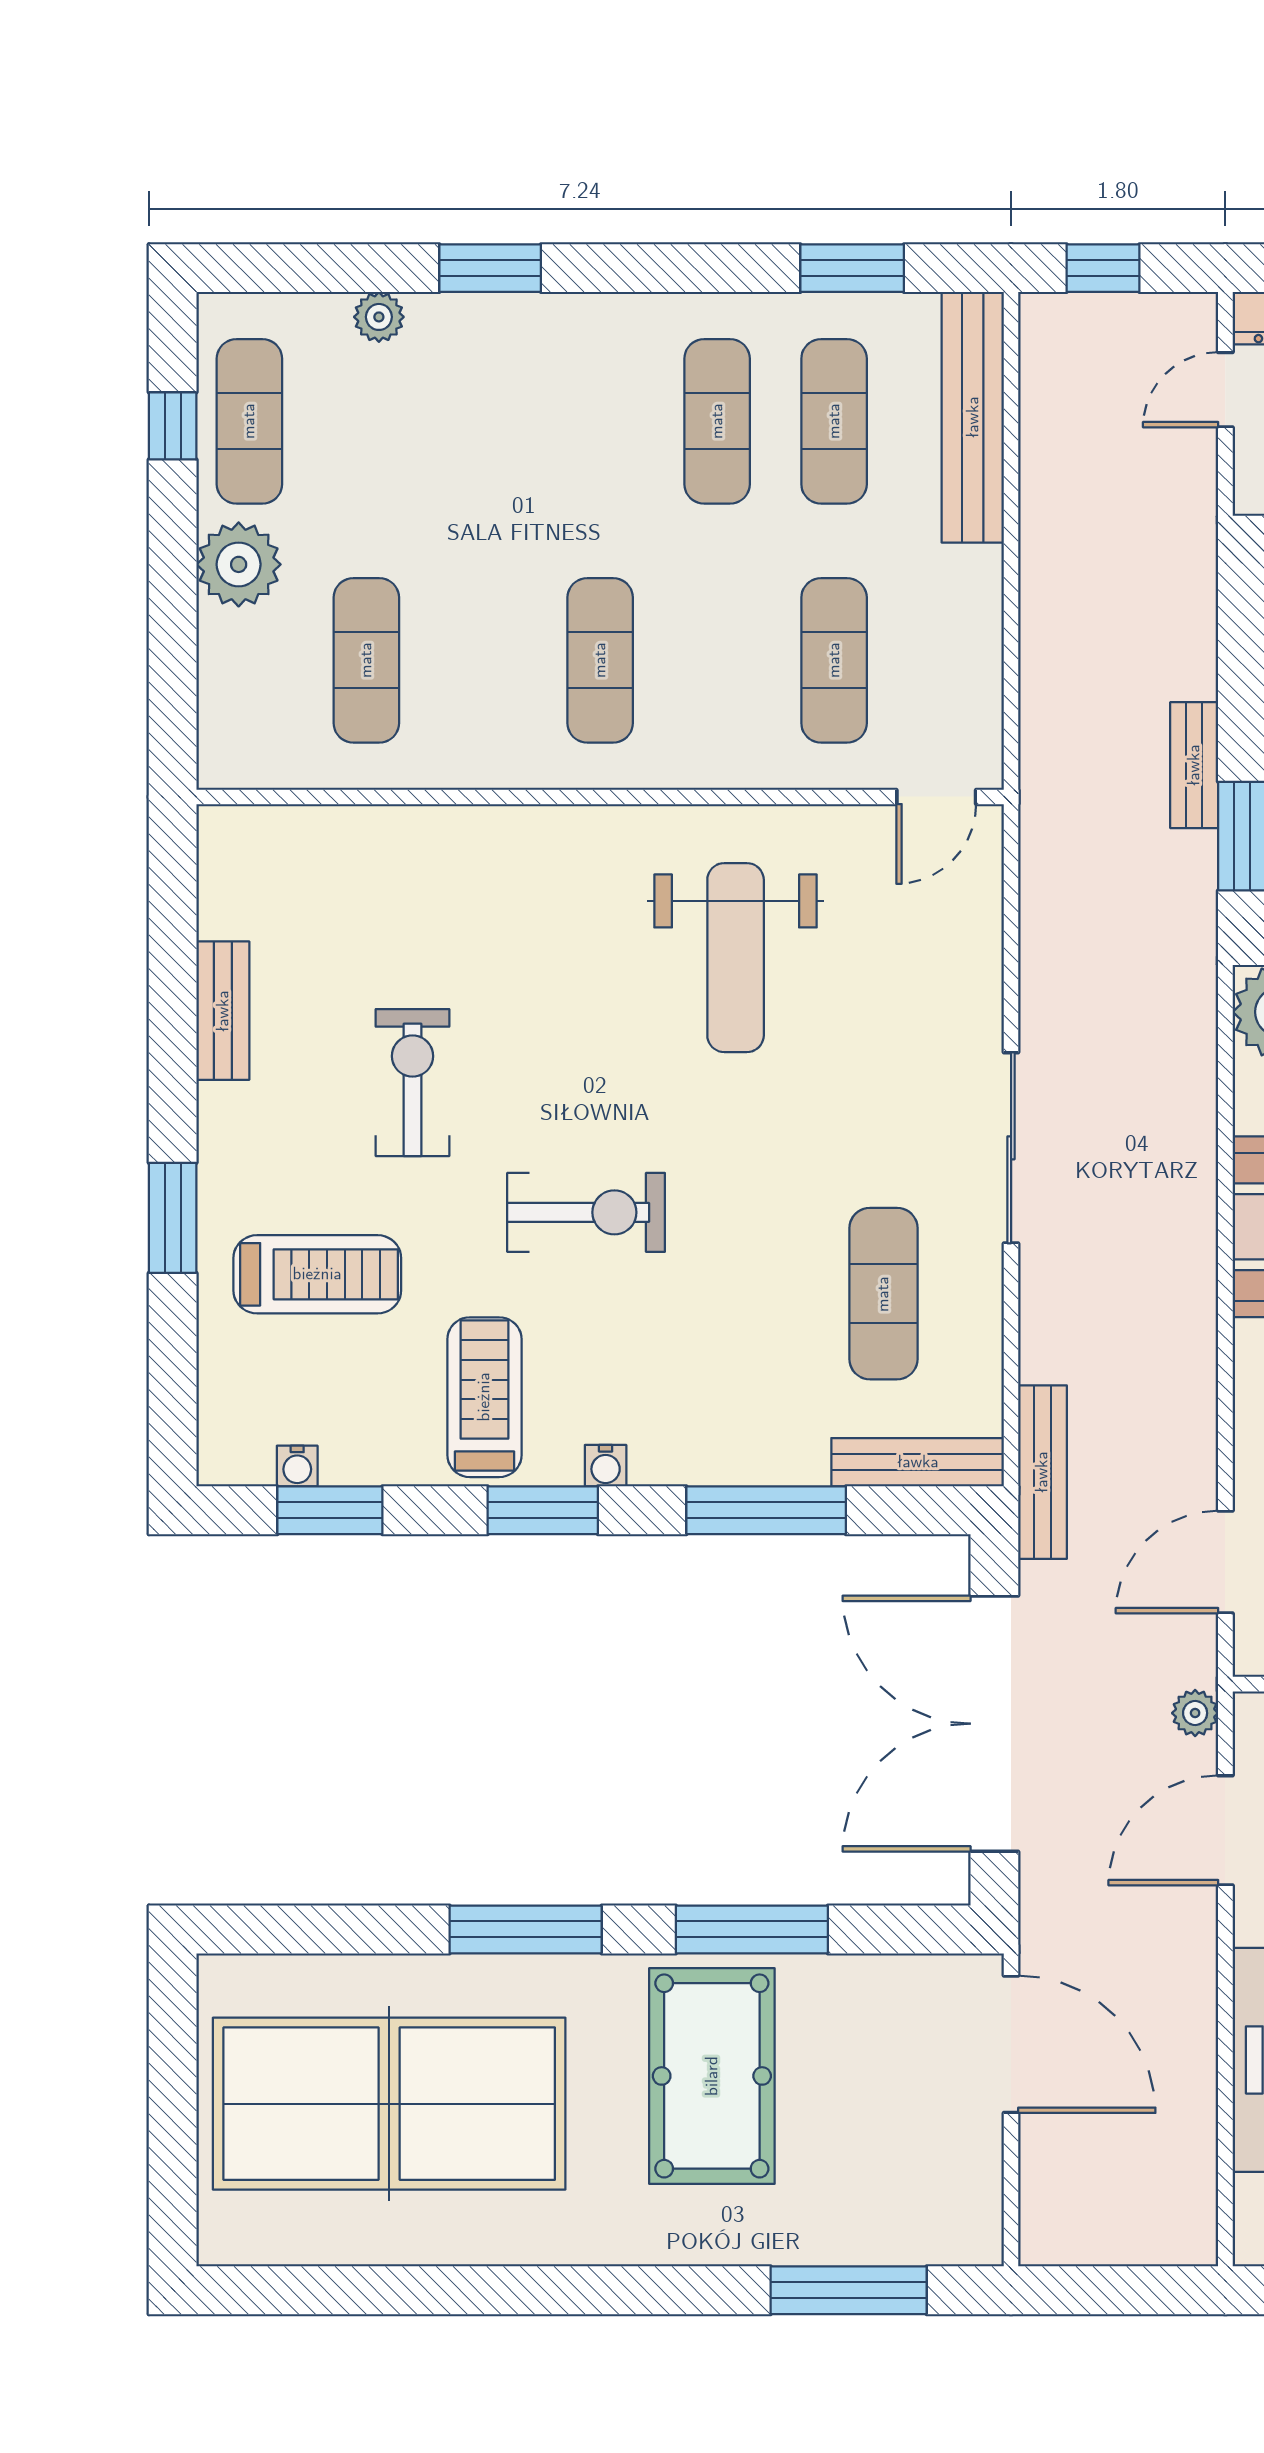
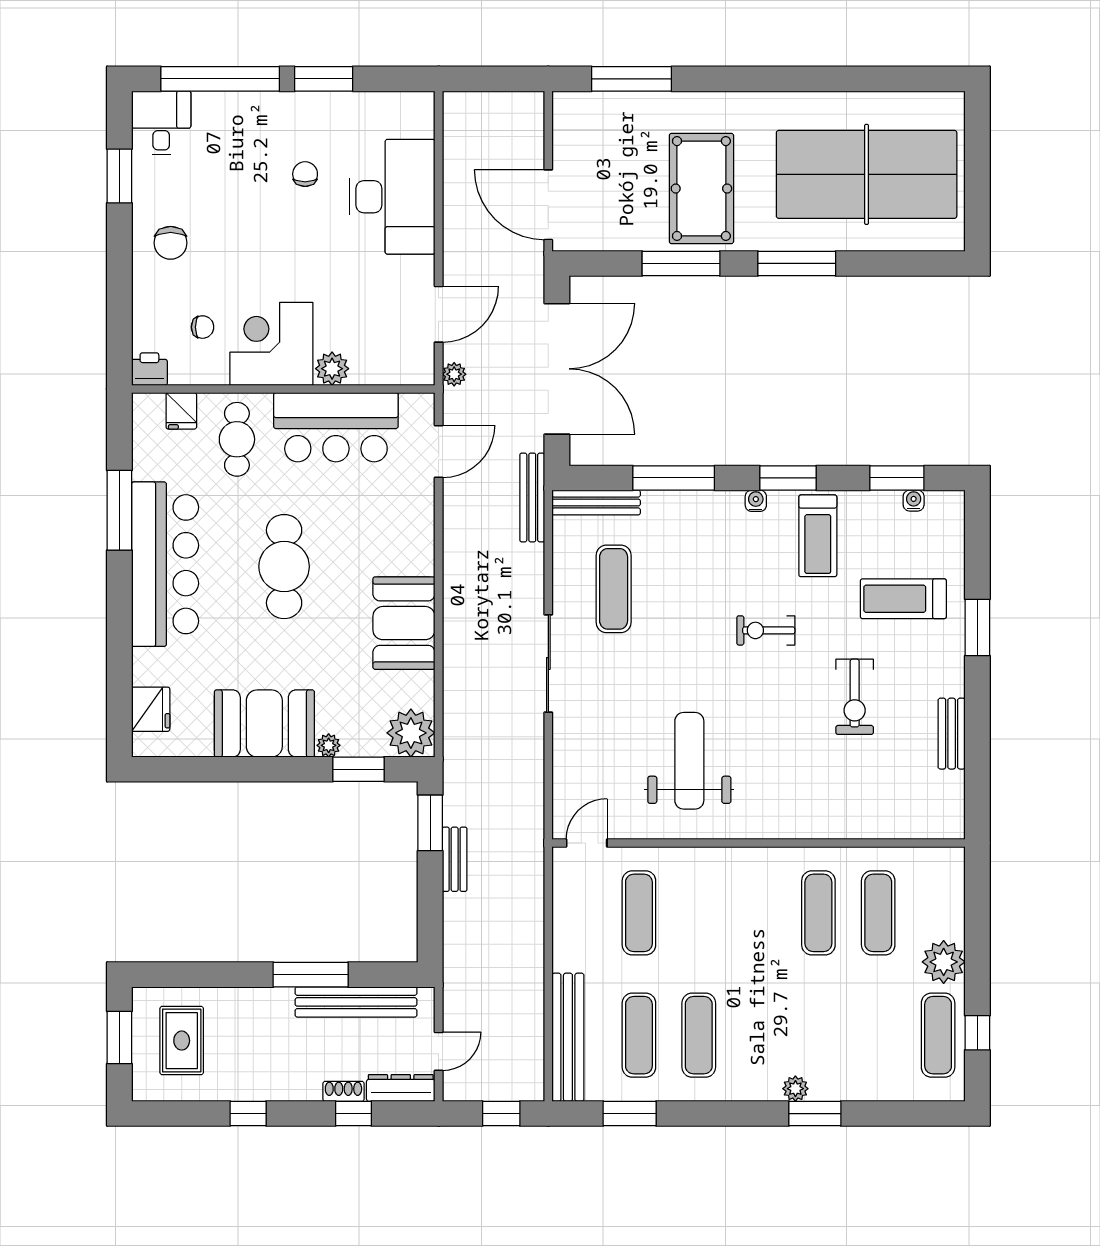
plant: (379, 317) -> (795, 1089), moved
exercise mat: (600, 660) -> (818, 913), moved
exercise bike: (586, 1212) -> (766, 630), width x0.73, depth x0.72

